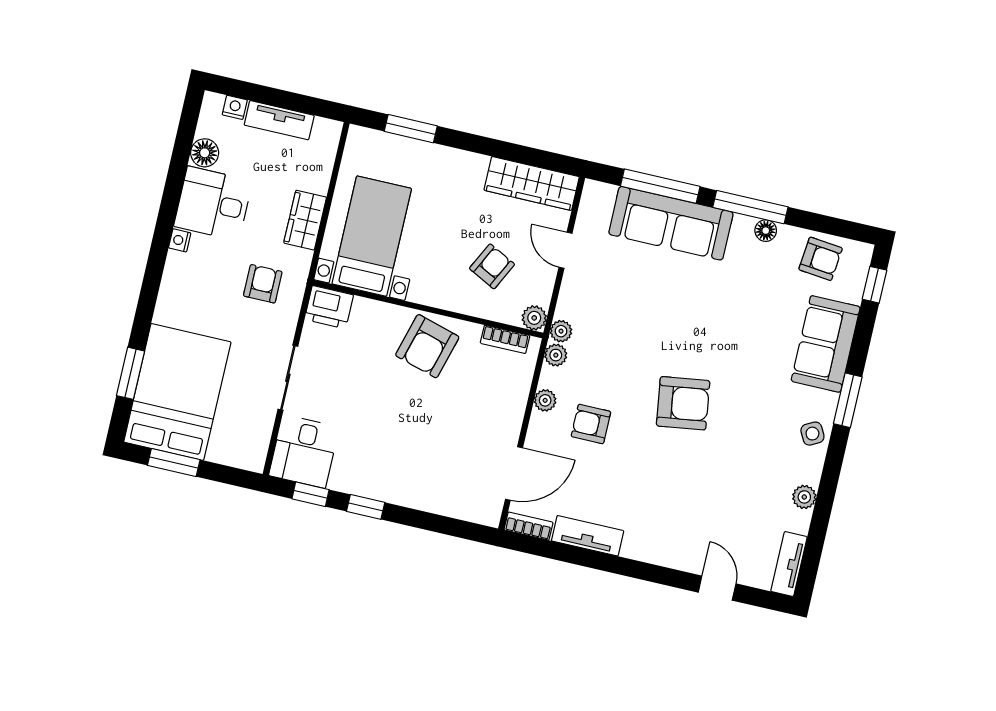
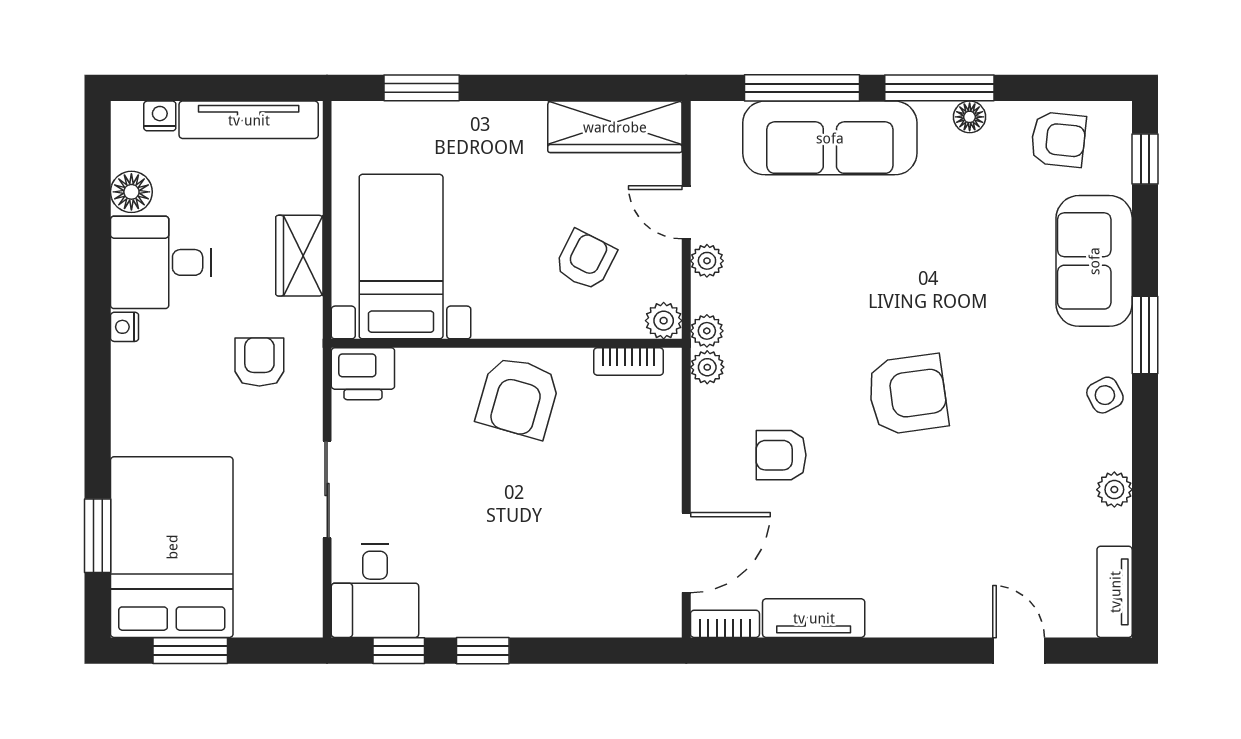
tv unit: (279, 120) -> (249, 120), width x1.41
plant: (545, 400) -> (707, 261), moved

